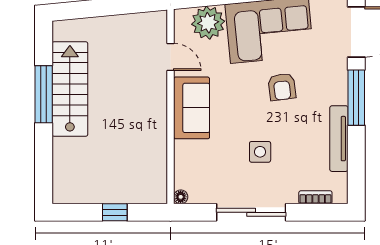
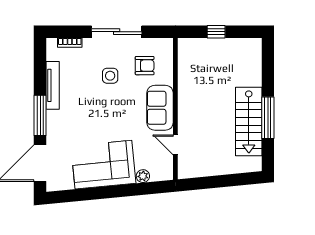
plant: (208, 23) -> (143, 176), width x0.53, depth x0.53
armchair: (282, 87) -> (145, 66), moved, turned 97
floor lamp: (181, 197) -> (168, 43), removed

